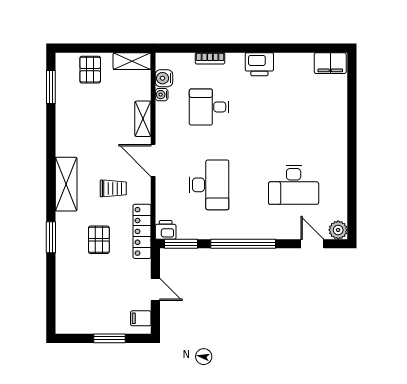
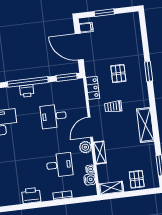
plant: (165, 130) -> (85, 147), added
door: (153, 160) -> (90, 127), swing flipped
shelving: (66, 184) -> (145, 125), moved
desk: (209, 185) -> (54, 116), width x0.73
printer: (166, 230) -> (27, 91), moved
locker: (142, 231) -> (93, 88), width x0.66
door: (155, 289) -> (79, 47), width x1.87

